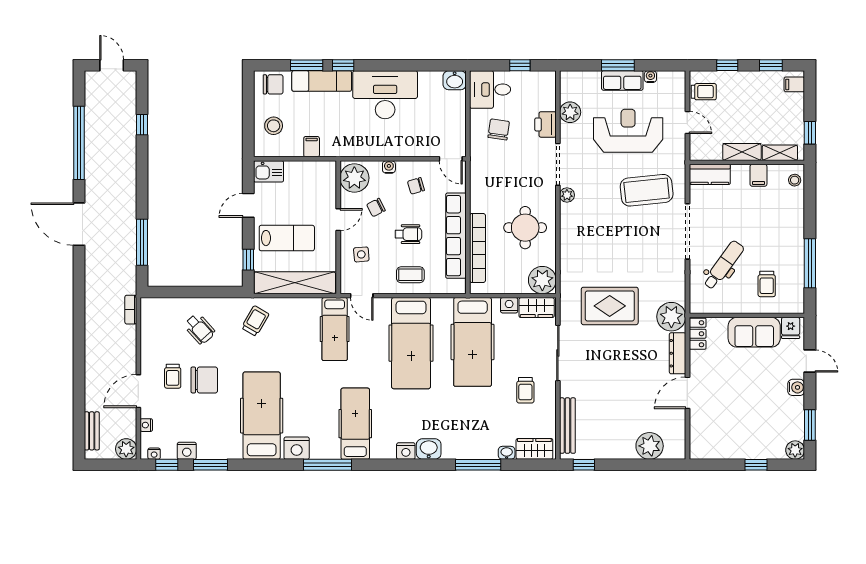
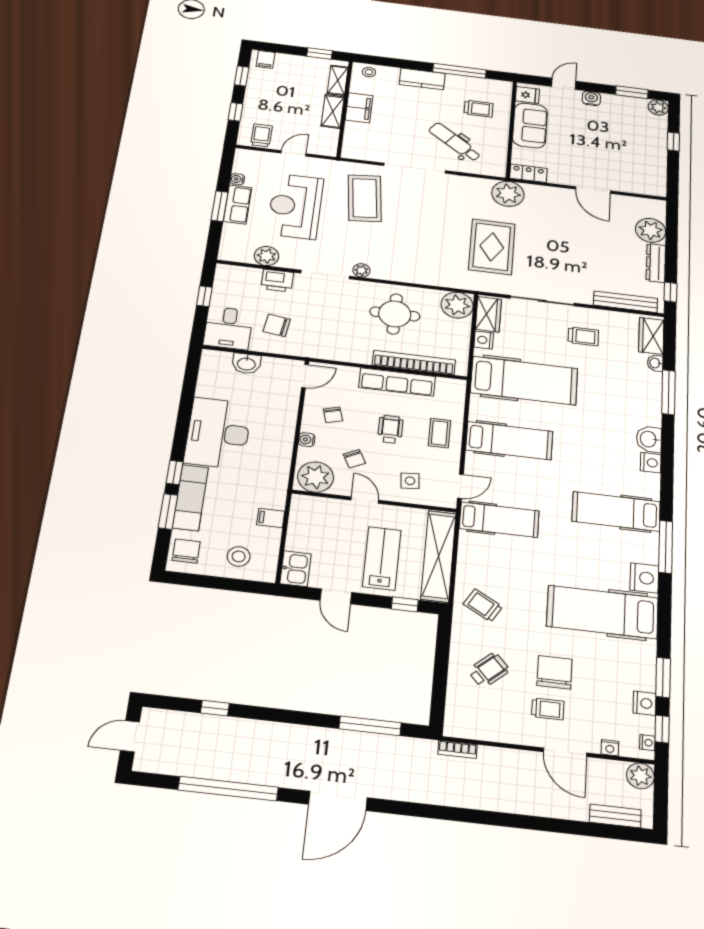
washbasin: (455, 80) -> (246, 364), moved, turned 90
kitchen counter: (710, 174) -> (422, 79), moved, turned 90
filing cabinet: (758, 175) -> (359, 108), width x2.00
row of seats: (456, 236) -> (397, 382), width x0.73
hospital bed: (411, 343) -> (509, 441), width x0.73, depth x0.78
dresser: (678, 353) -> (656, 263), moved, turned 90

